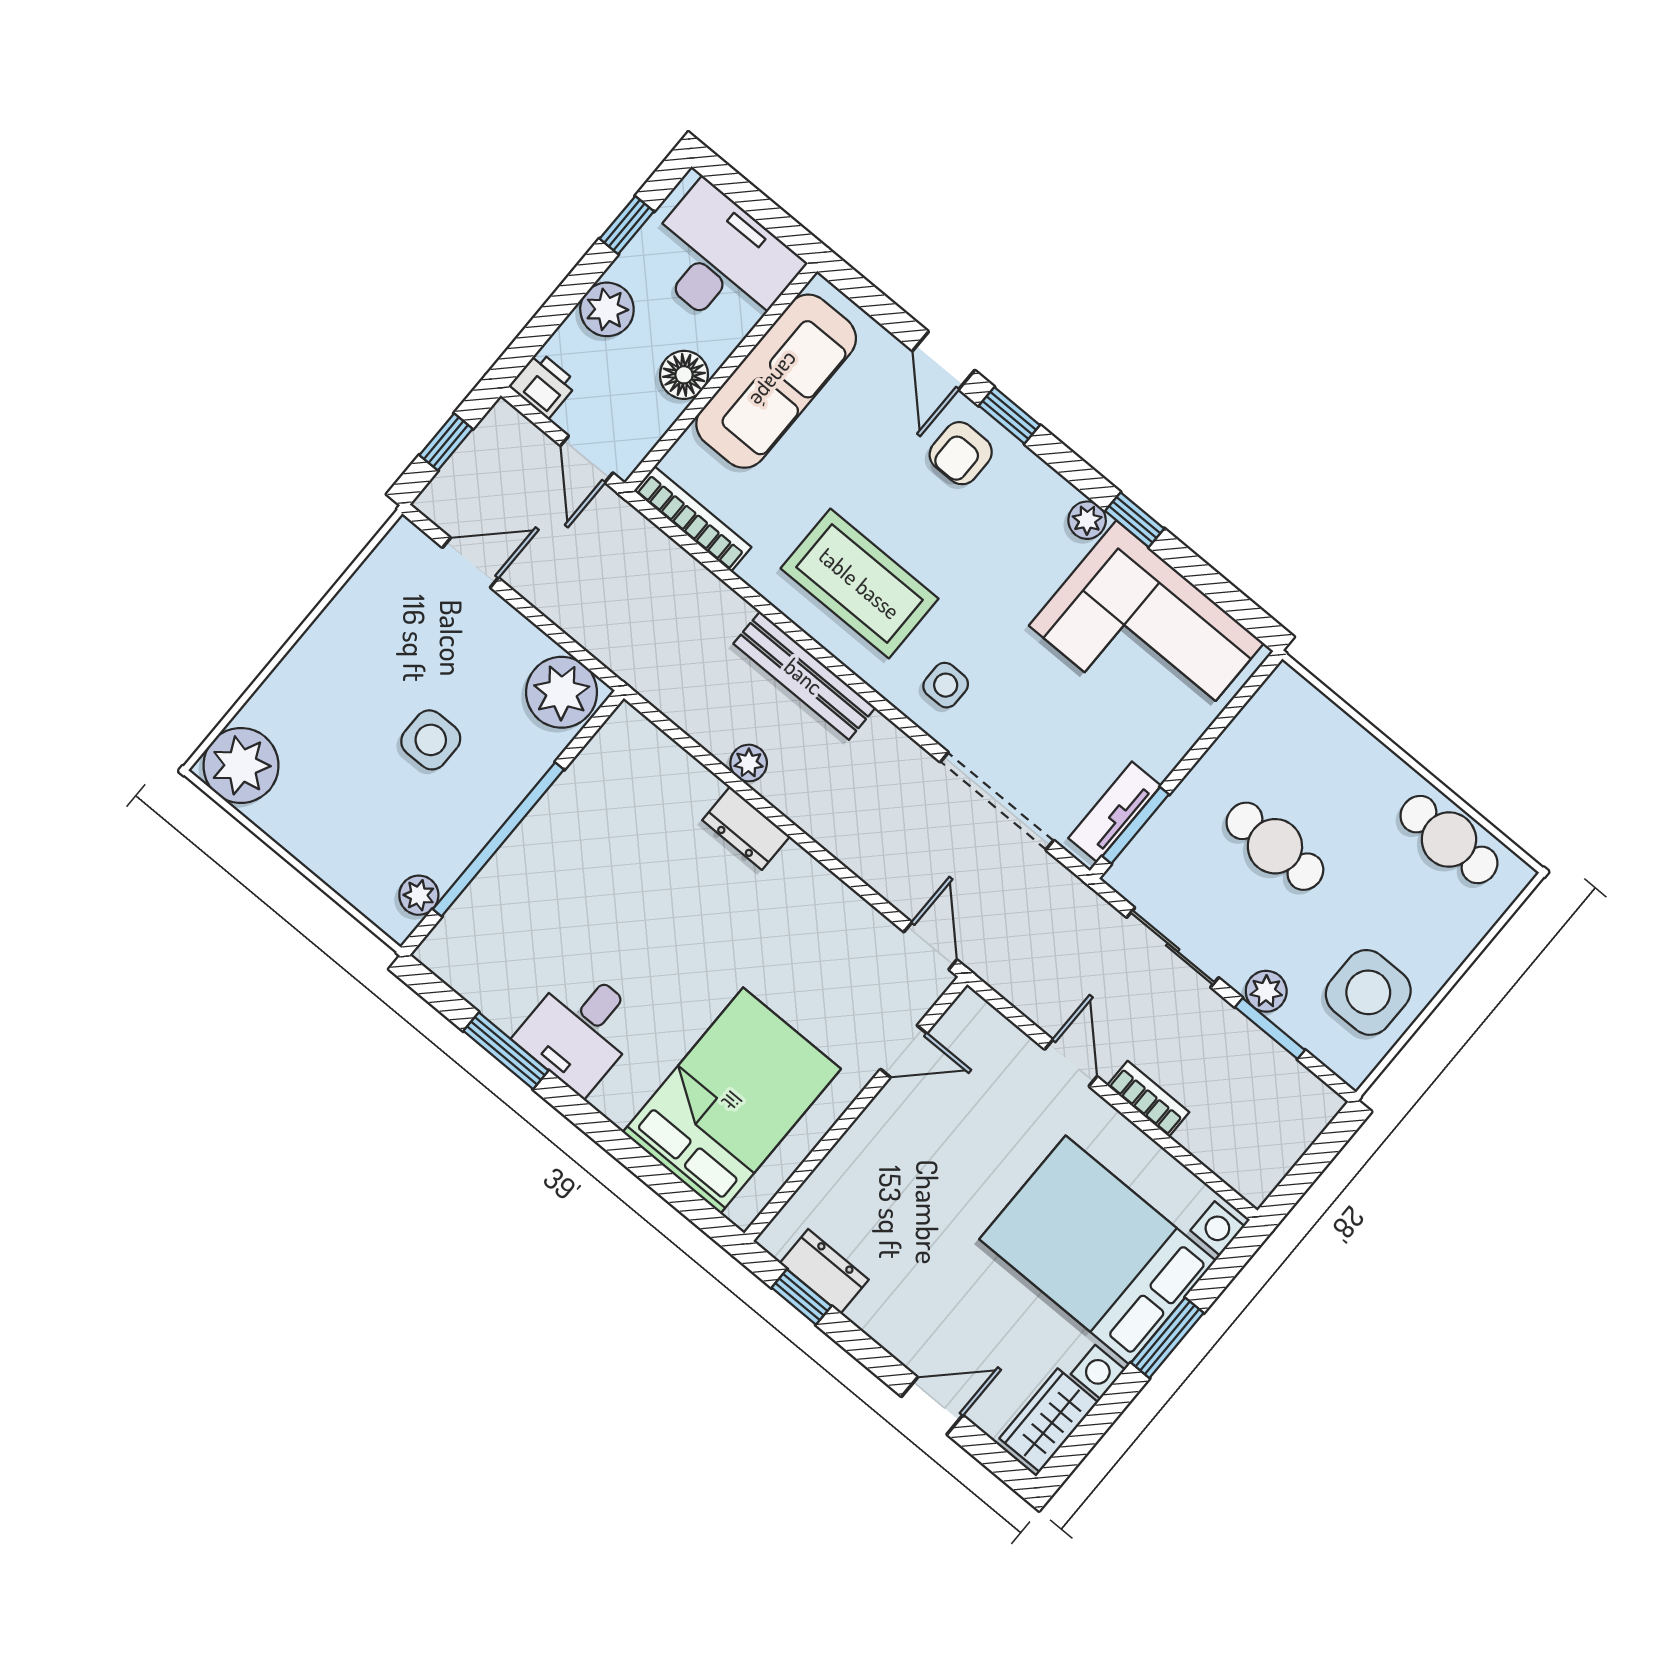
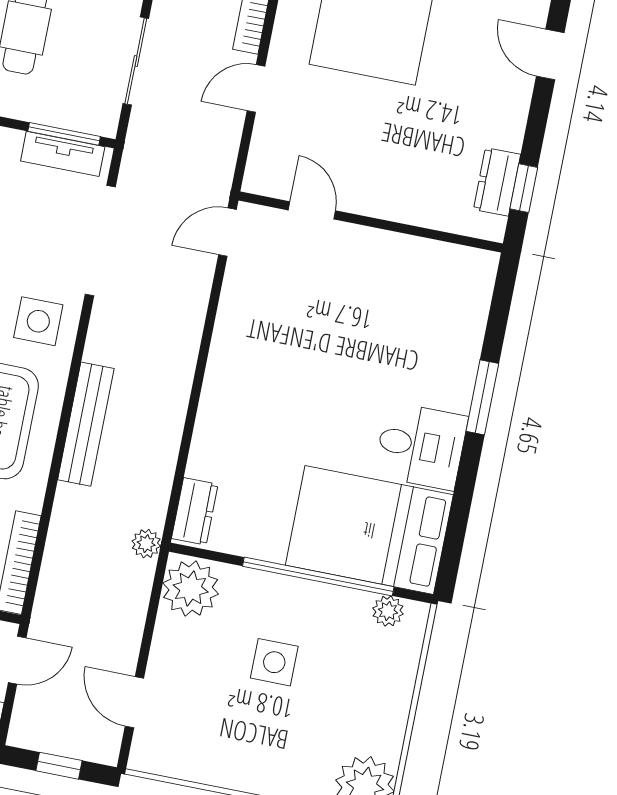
side table: (946, 685) -> (38, 321), width x1.37, depth x1.37
plant: (749, 763) -> (146, 544), moved
dresser: (746, 828) -> (195, 511), moved
window: (506, 1051) -> (482, 397), moved
bed: (732, 1101) -> (369, 530), moved

